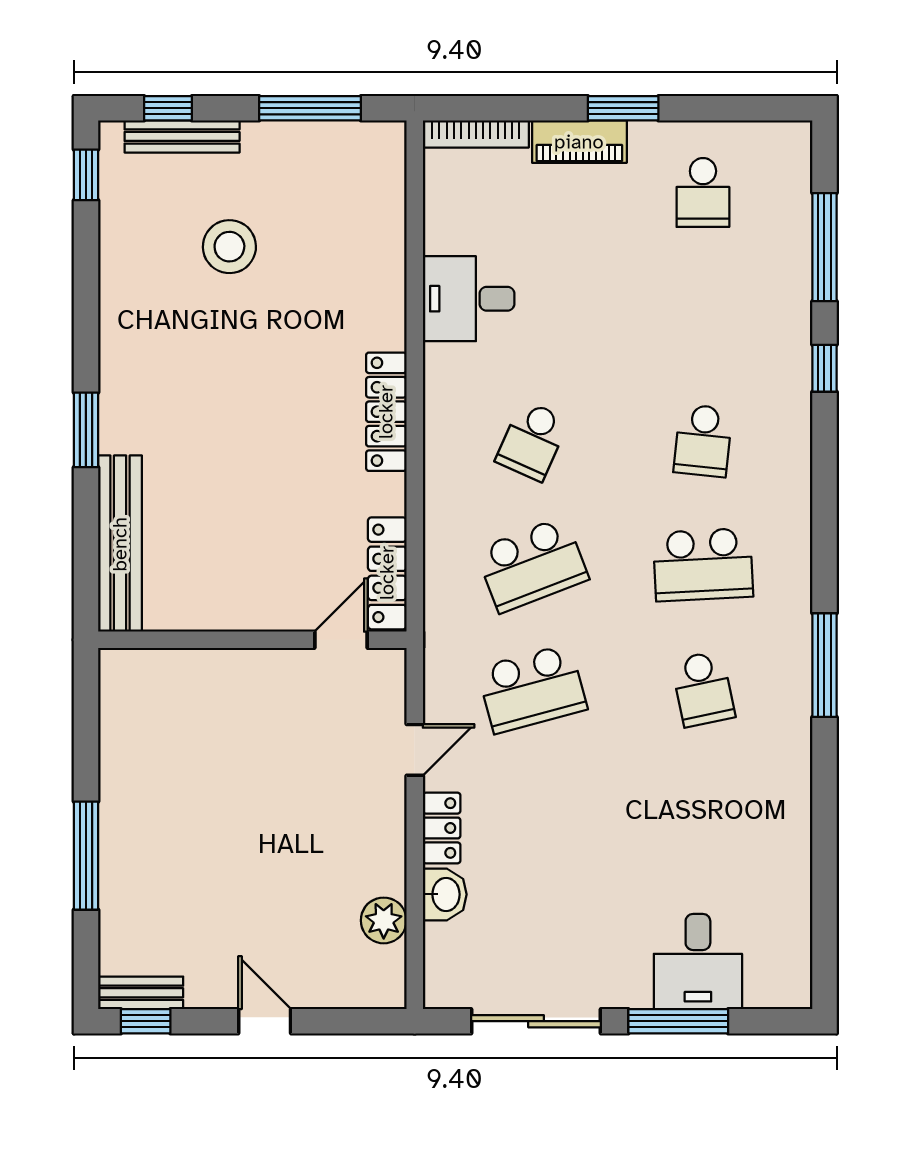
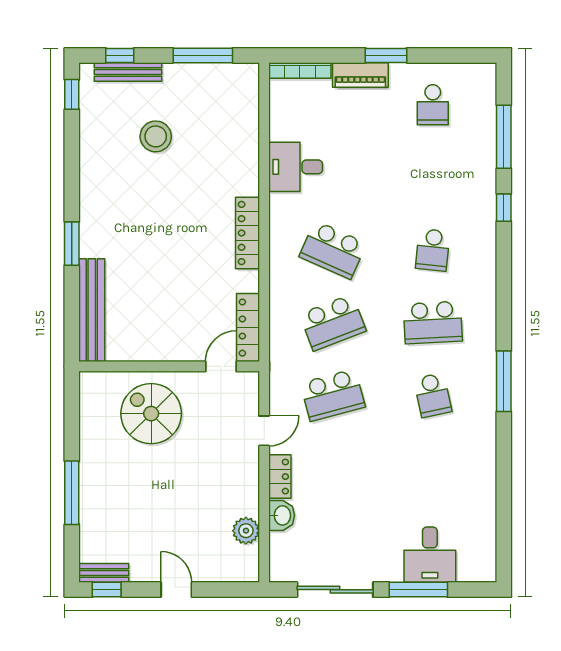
school desk: (532, 441) -> (333, 250), width x1.85
spiral stairs: (222, 720) -> (151, 414), added

